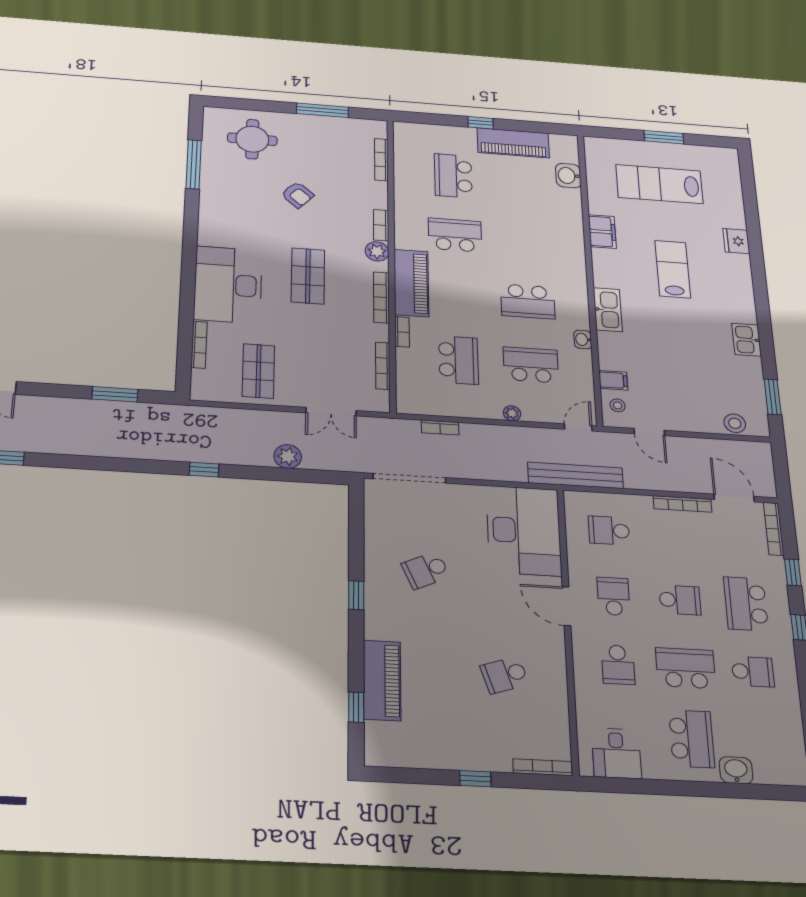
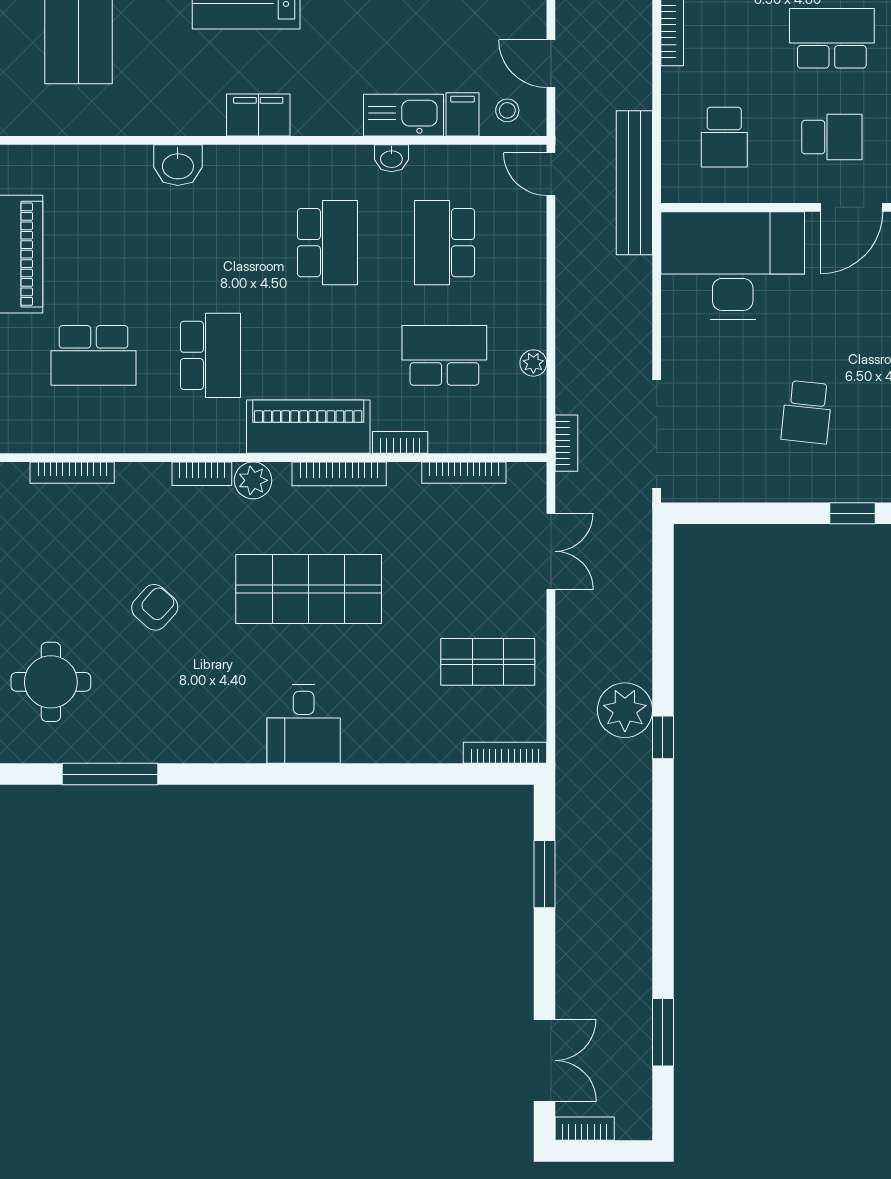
washbasin: (568, 176) -> (178, 165), moved
filing cabinet: (602, 232) -> (258, 115), moved
school desk: (455, 235) -> (210, 355), turned 180
shop shelf: (308, 276) -> (309, 589), width x1.43, depth x1.36
desk: (228, 285) -> (304, 724), width x0.53, depth x0.77
kitchen sink: (608, 310) -> (403, 115), moved
bookcase: (199, 345) -> (505, 753), moved
plant: (512, 413) -> (533, 363), moved
bookcase: (440, 428) -> (566, 443), moved
door: (649, 432) -> (551, 64), swing flipped
plant: (288, 456) -> (625, 710), moved, width x1.36, depth x1.36
school desk: (426, 570) -> (807, 412), turned 30
school desk: (613, 596) -> (832, 137), turned 180
school desk: (680, 600) -> (832, 38), width x1.85

